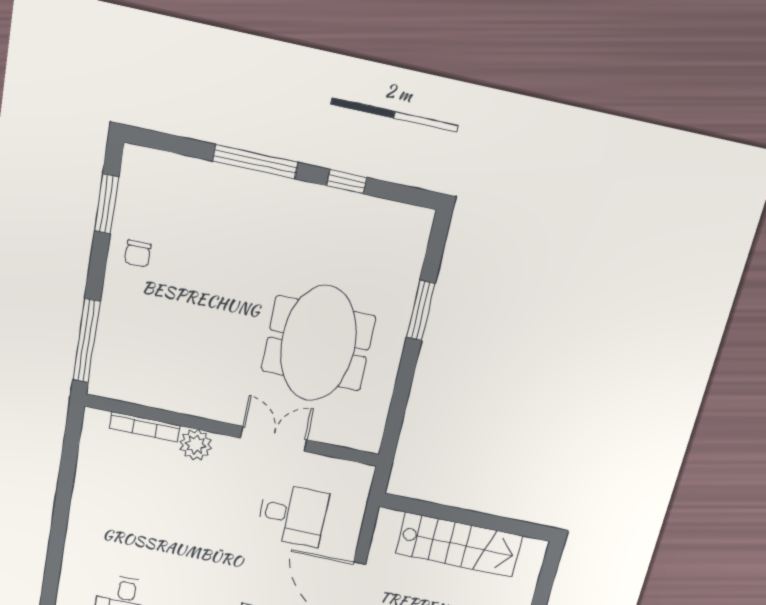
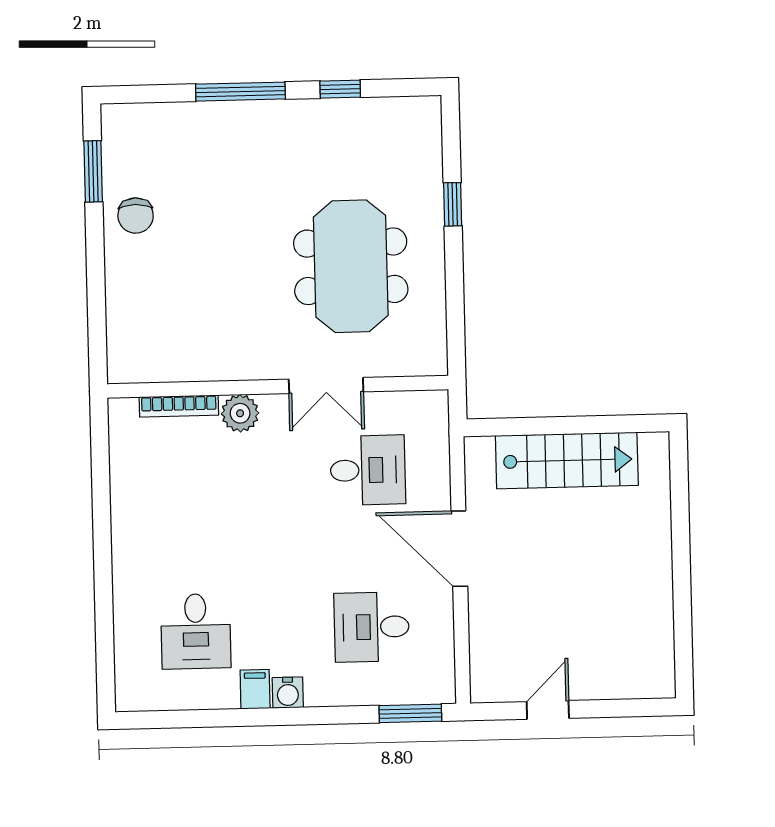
chair: (138, 254) -> (136, 216), width x1.37, depth x1.37
window: (421, 311) -> (453, 204), width x0.67
window: (86, 341) -> (97, 323), removed
double door: (274, 439) -> (326, 386), swing flipped

